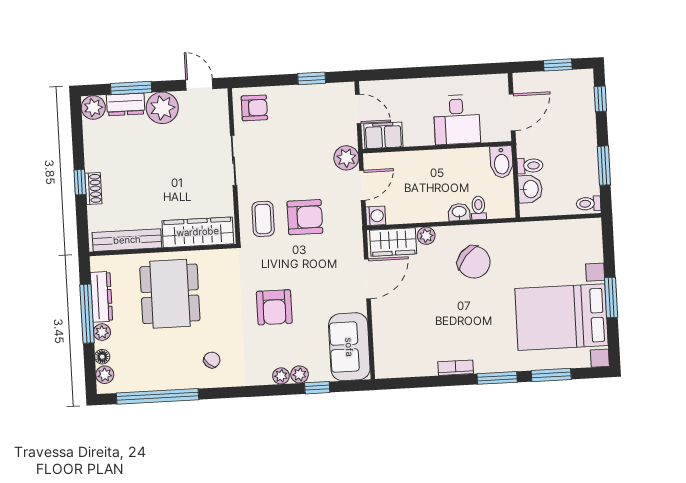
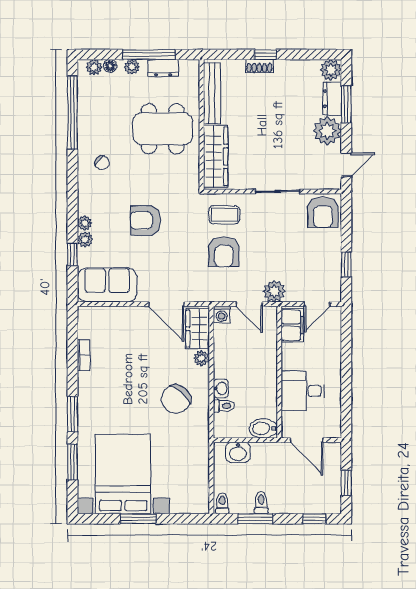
armchair: (254, 108) -> (323, 212), width x1.38, depth x1.38
toilet: (530, 166) -> (261, 503), moved, turned 180
dresser: (101, 297) -> (163, 68), width x0.70
bookcase: (456, 368) -> (83, 355), moved

